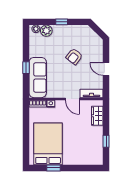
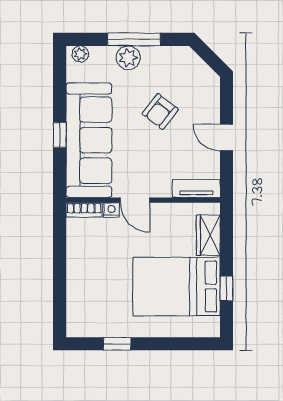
window: (62, 22) -> (134, 39), width x2.17
plant: (46, 31) -> (128, 58), moved
sofa: (38, 78) -> (89, 140), width x1.36, depth x1.27
door: (72, 99) -> (135, 200), moved
bed: (48, 144) -> (176, 287), moved, turned -90

